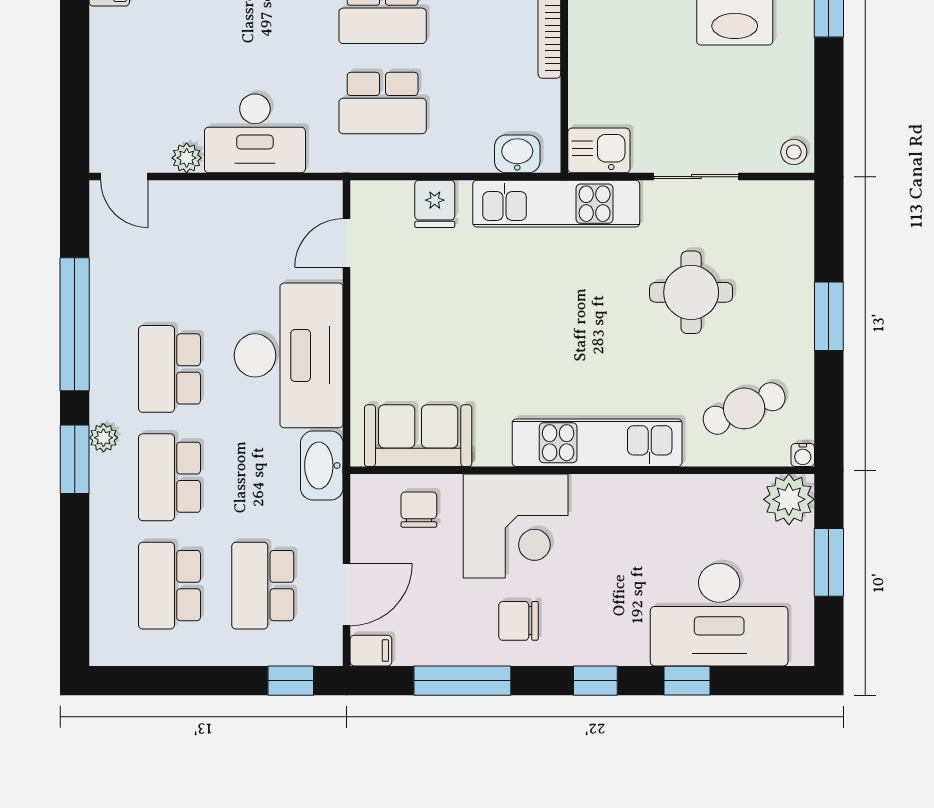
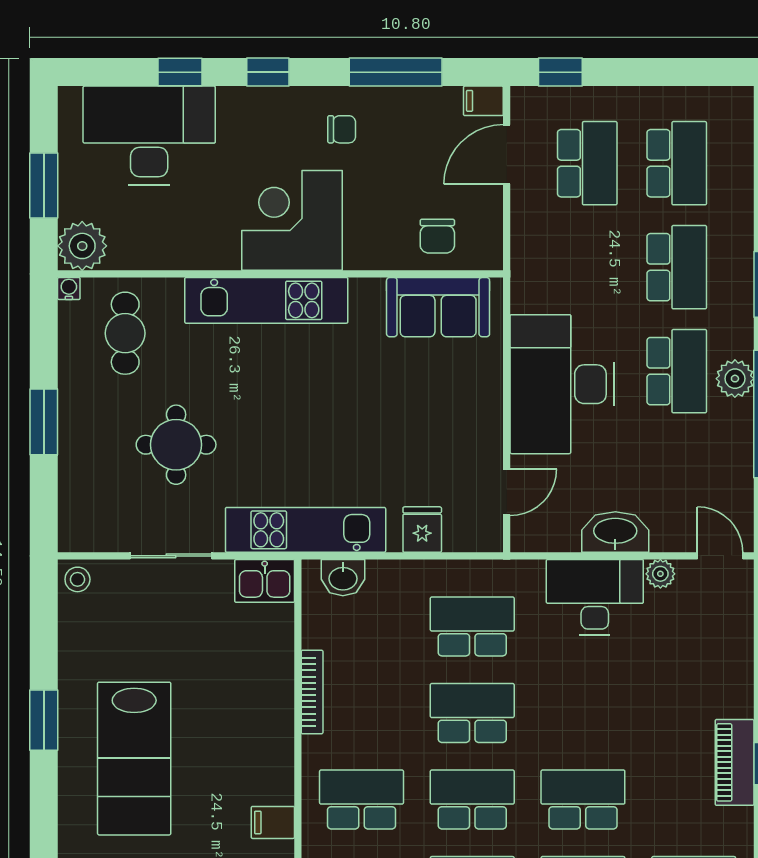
cafe table: (744, 408) -> (125, 333), turned -67
plant: (103, 438) -> (735, 379), moved, width x1.38, depth x1.38
washbasin: (322, 466) -> (615, 532), moved, turned -90
corner desk: (516, 526) -> (292, 220), moved
chair: (519, 621) -> (342, 129), width x0.73, depth x0.73

